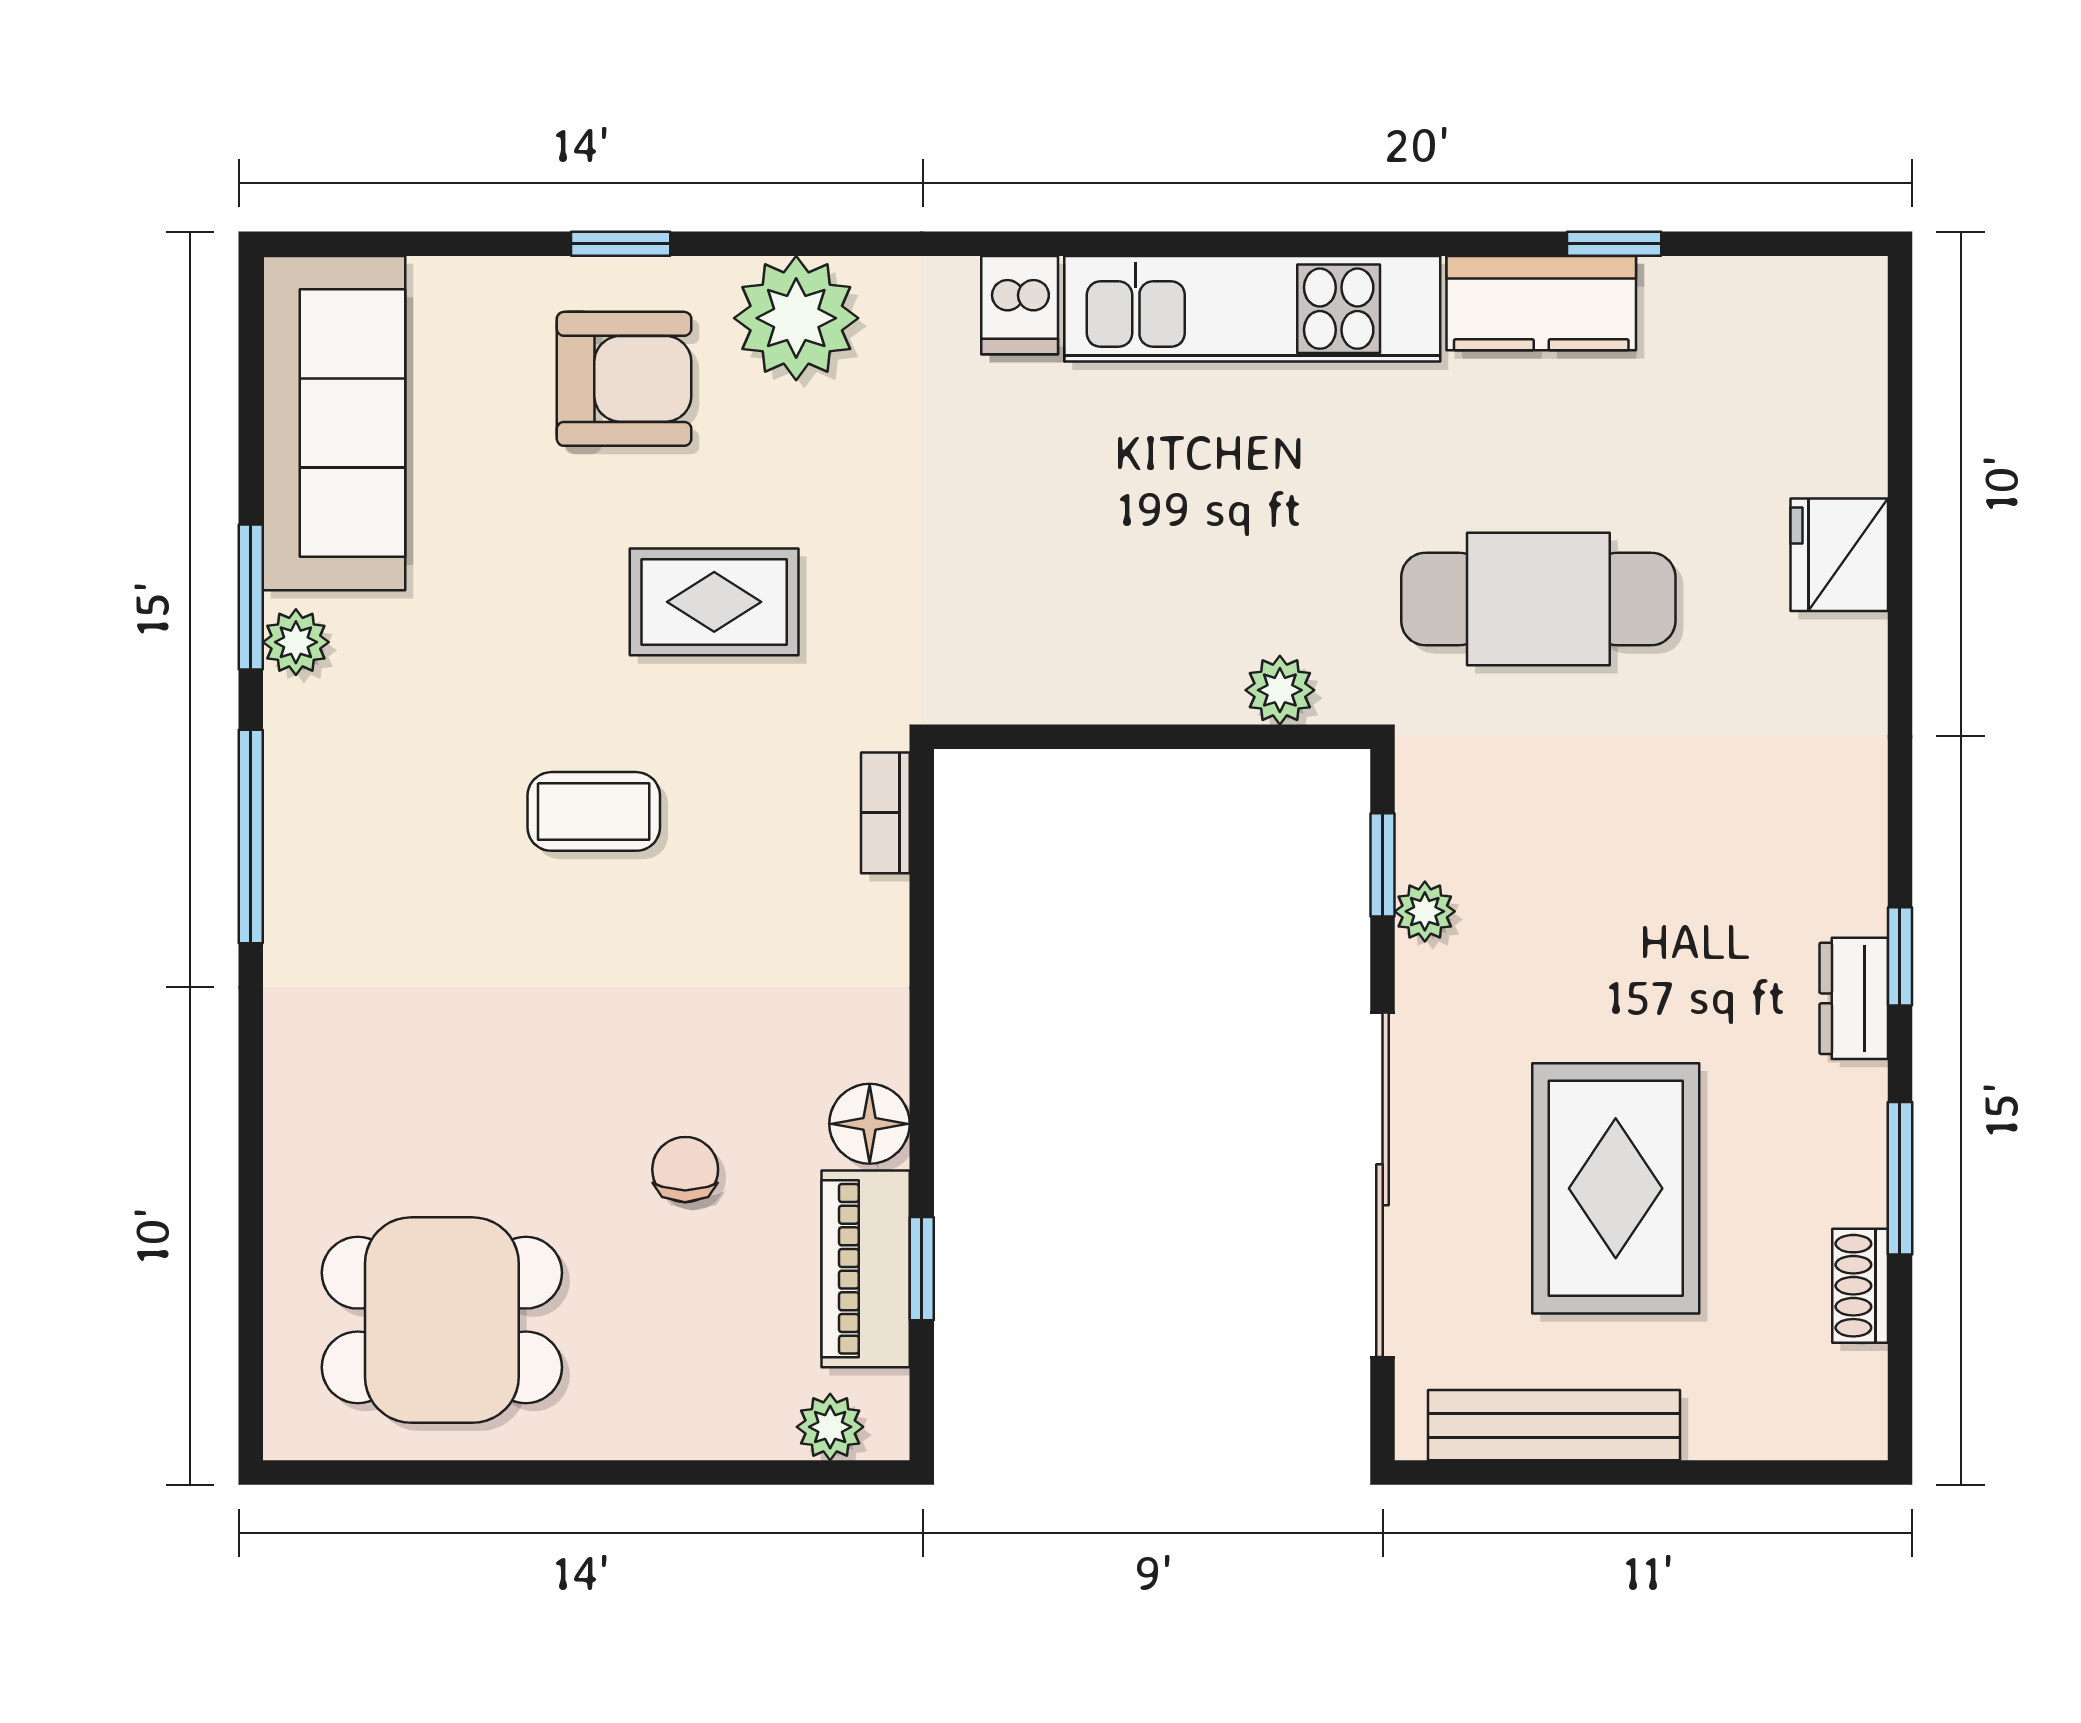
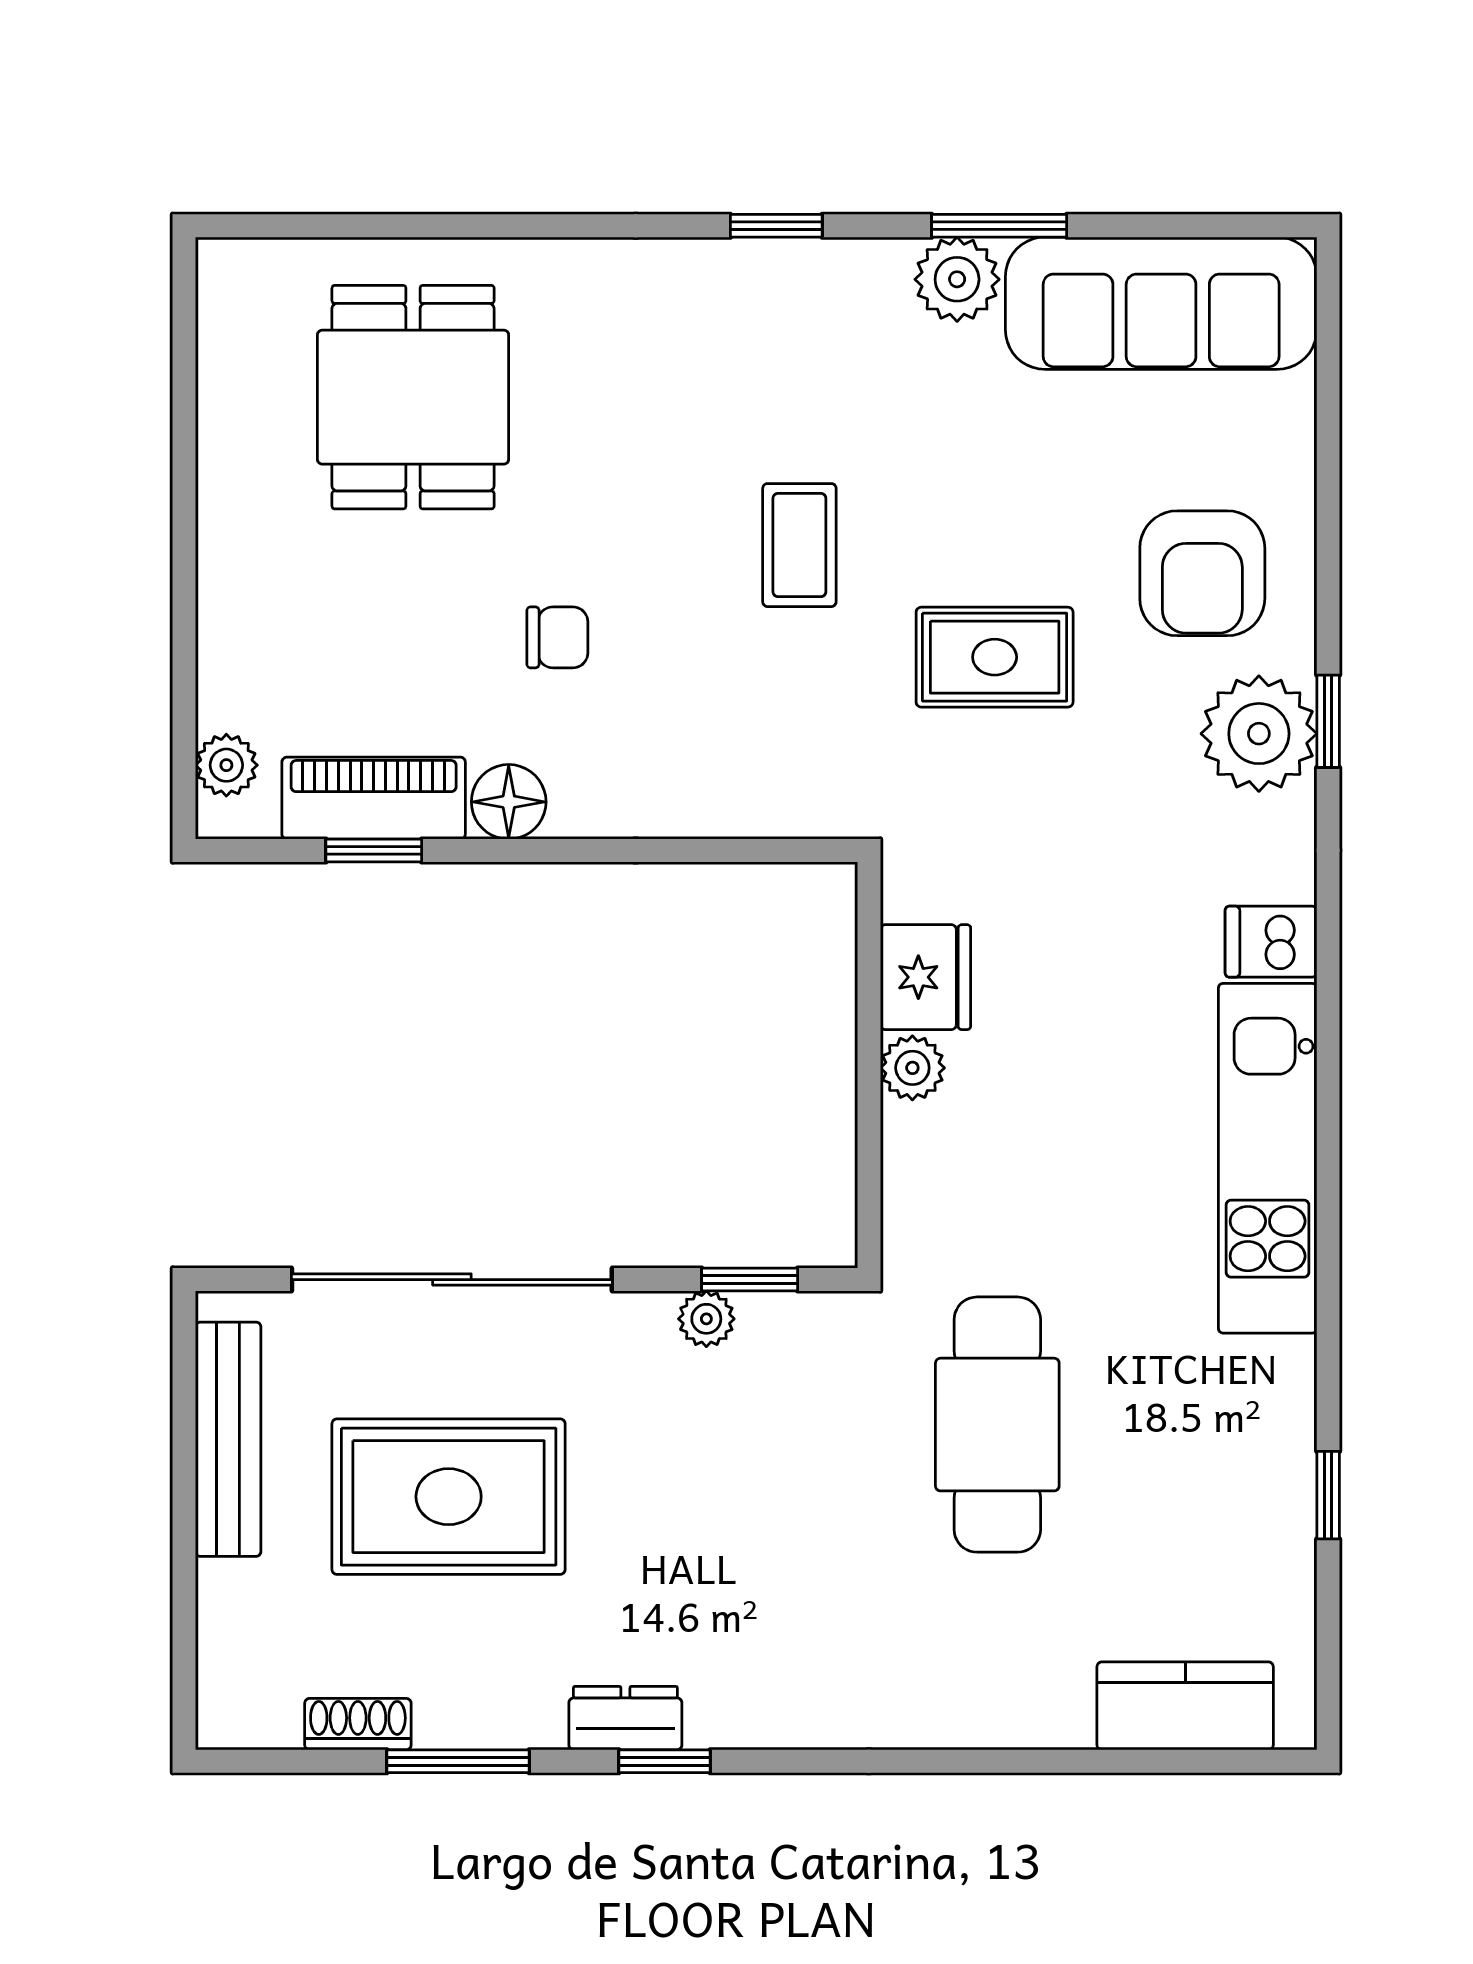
window: (621, 244) -> (1328, 721), moved
kitchen counter: (1541, 303) -> (1185, 1706), moved, turned 90
fridge: (1839, 555) -> (925, 977), moved, turned 90
rug: (714, 602) -> (995, 657), turned 90
plant: (296, 642) -> (957, 279), width x1.38, depth x1.38
plant: (1280, 690) -> (912, 1068), moved
bookcase: (885, 813) -> (798, 817), removed
window: (251, 836) -> (776, 226), width x0.46
chair: (685, 1170) -> (557, 637), moved
dining table: (442, 1320) -> (413, 397), moved

